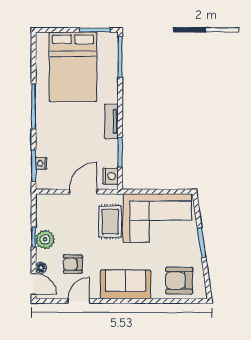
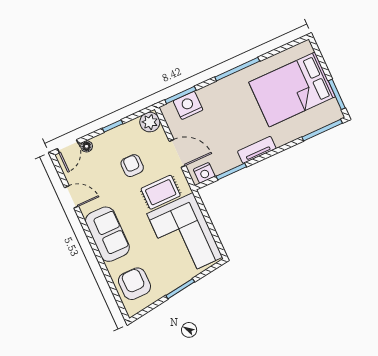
nightstand: (41, 163) -> (188, 105), width x1.89, depth x1.79
plant: (45, 239) -> (150, 122), moved
armchair: (73, 264) -> (132, 166), moved

